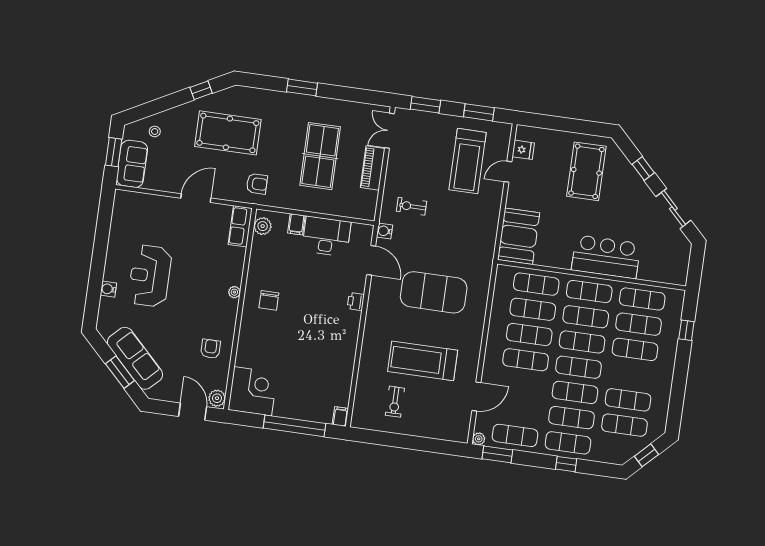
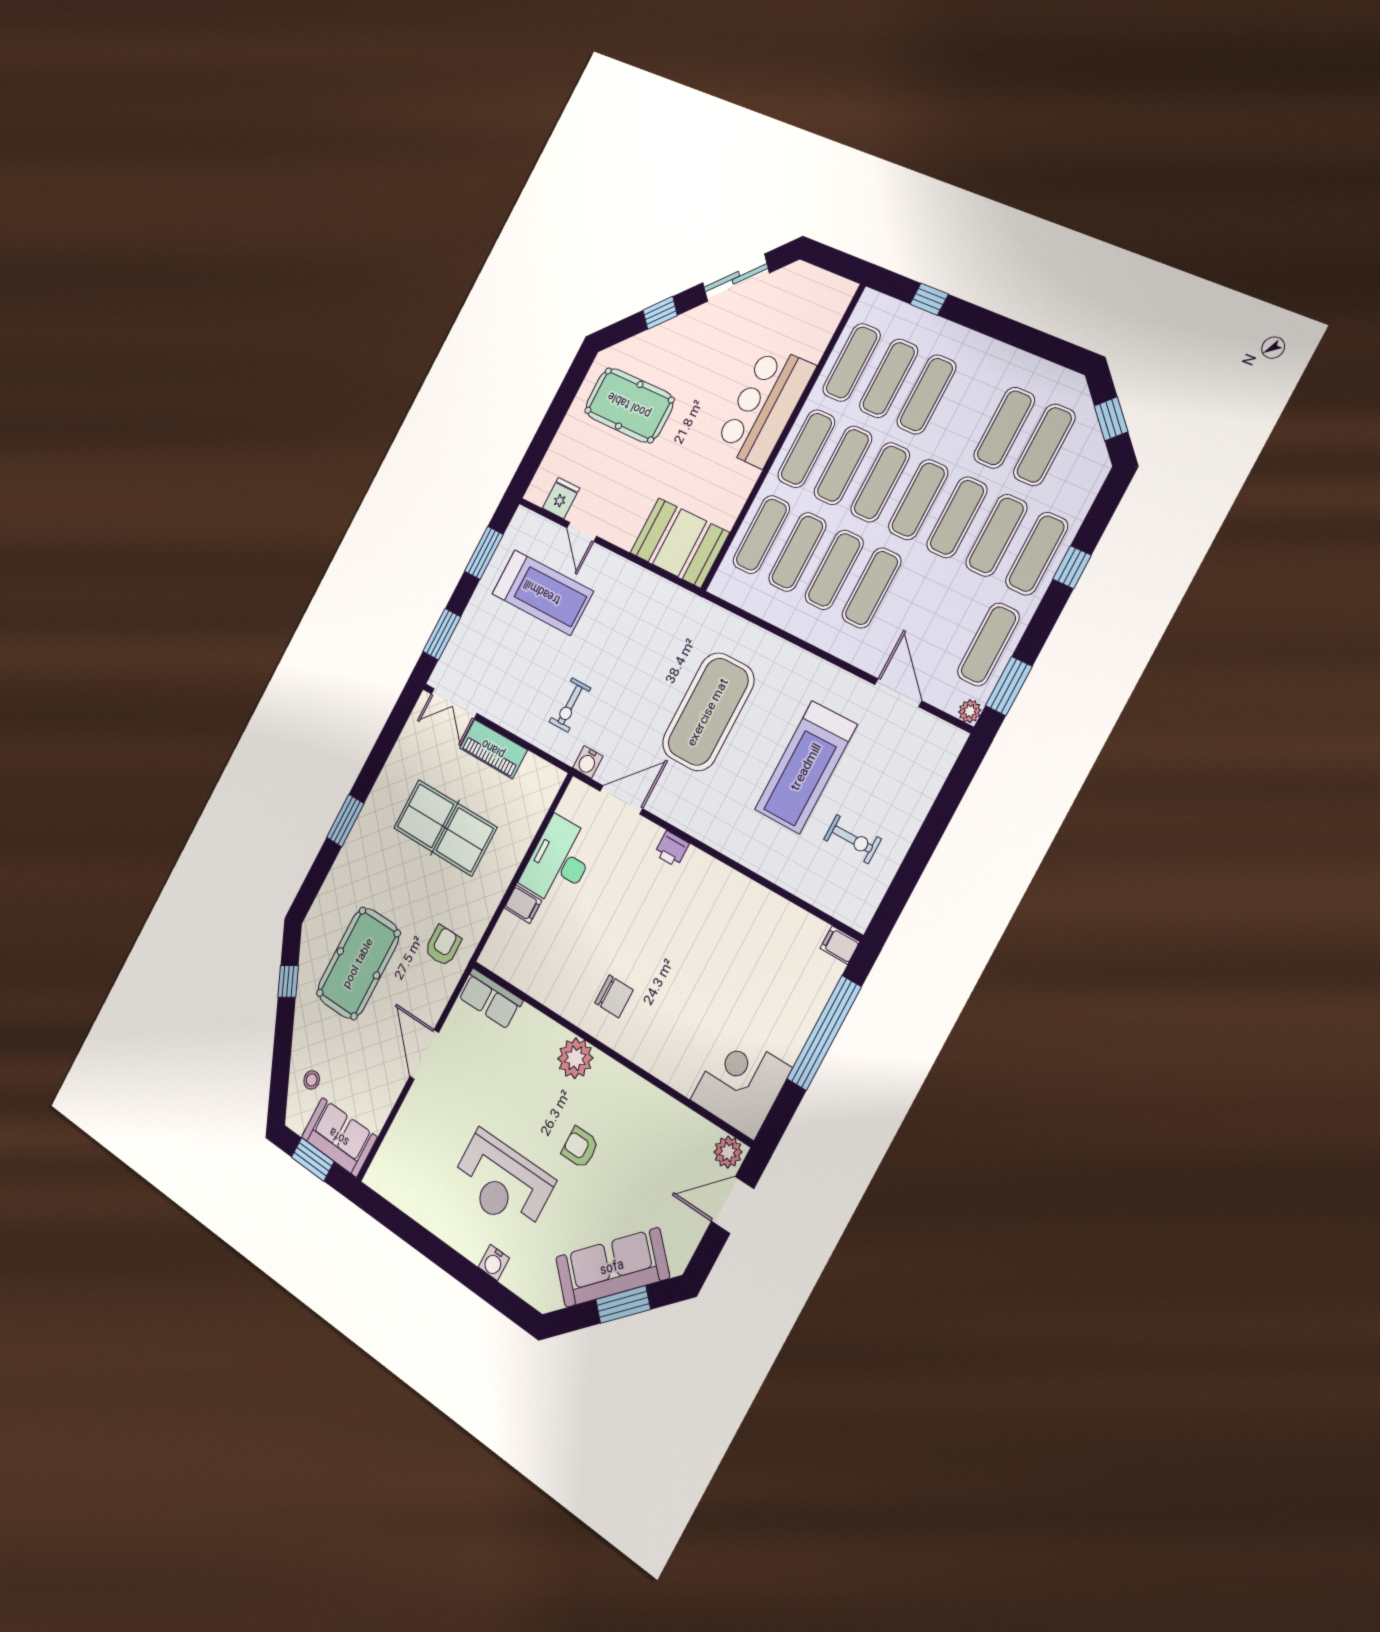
plant: (263, 226) -> (504, 961), removed
plant: (234, 292) -> (575, 1058), width x1.87, depth x1.87
armchair: (211, 349) -> (580, 1148), moved

